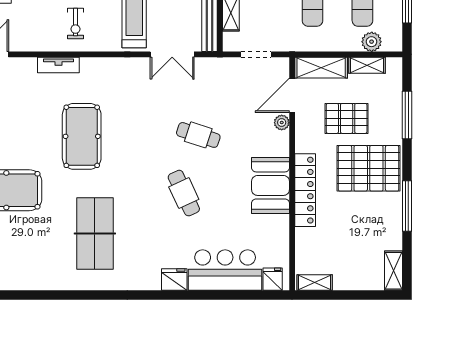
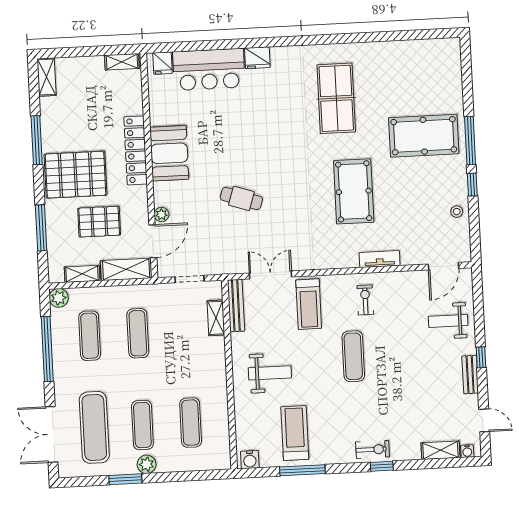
plant: (372, 42) -> (59, 298), moved
cafe table: (184, 193) -> (252, 142), removed

